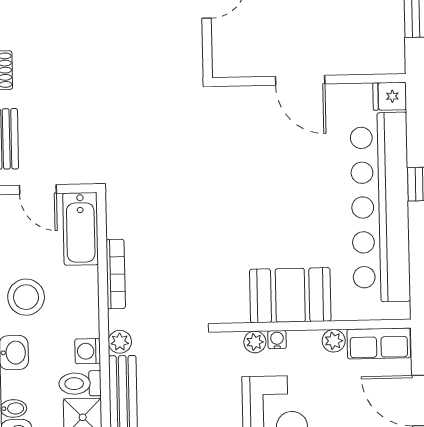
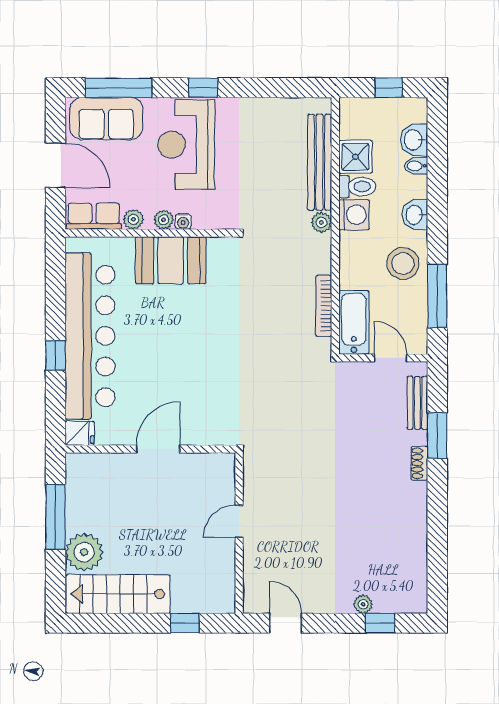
door: (300, 80) -> (158, 449), hinge flipped
bookcase: (116, 274) -> (324, 306), moved
plant: (255, 342) -> (164, 220), moved
washing machine: (88, 351) -> (354, 215), width x1.38, depth x1.38

